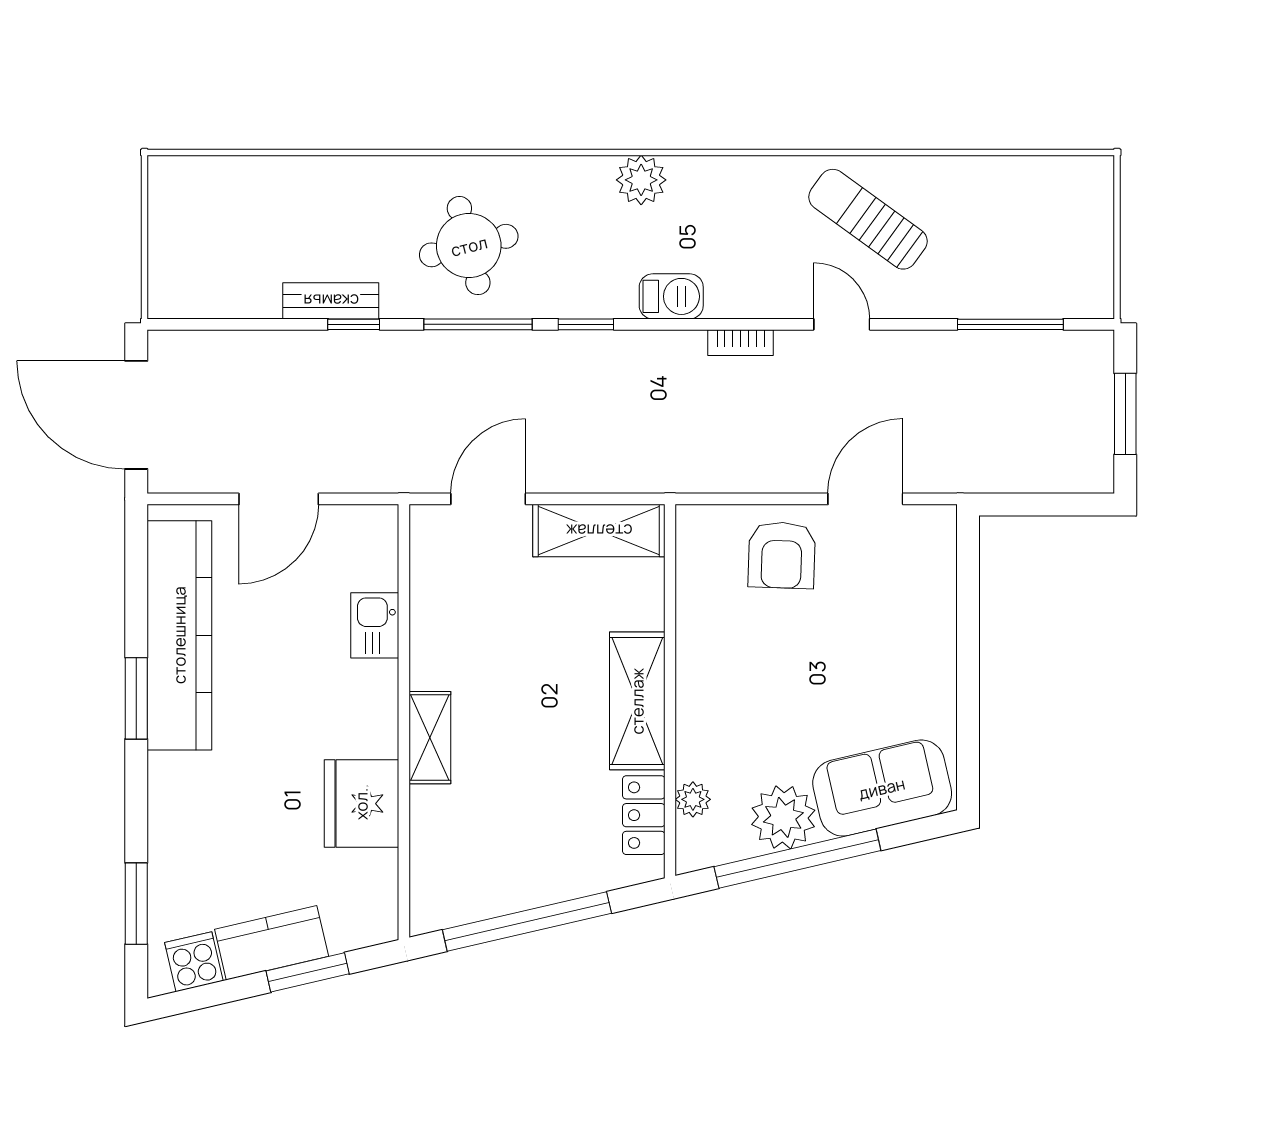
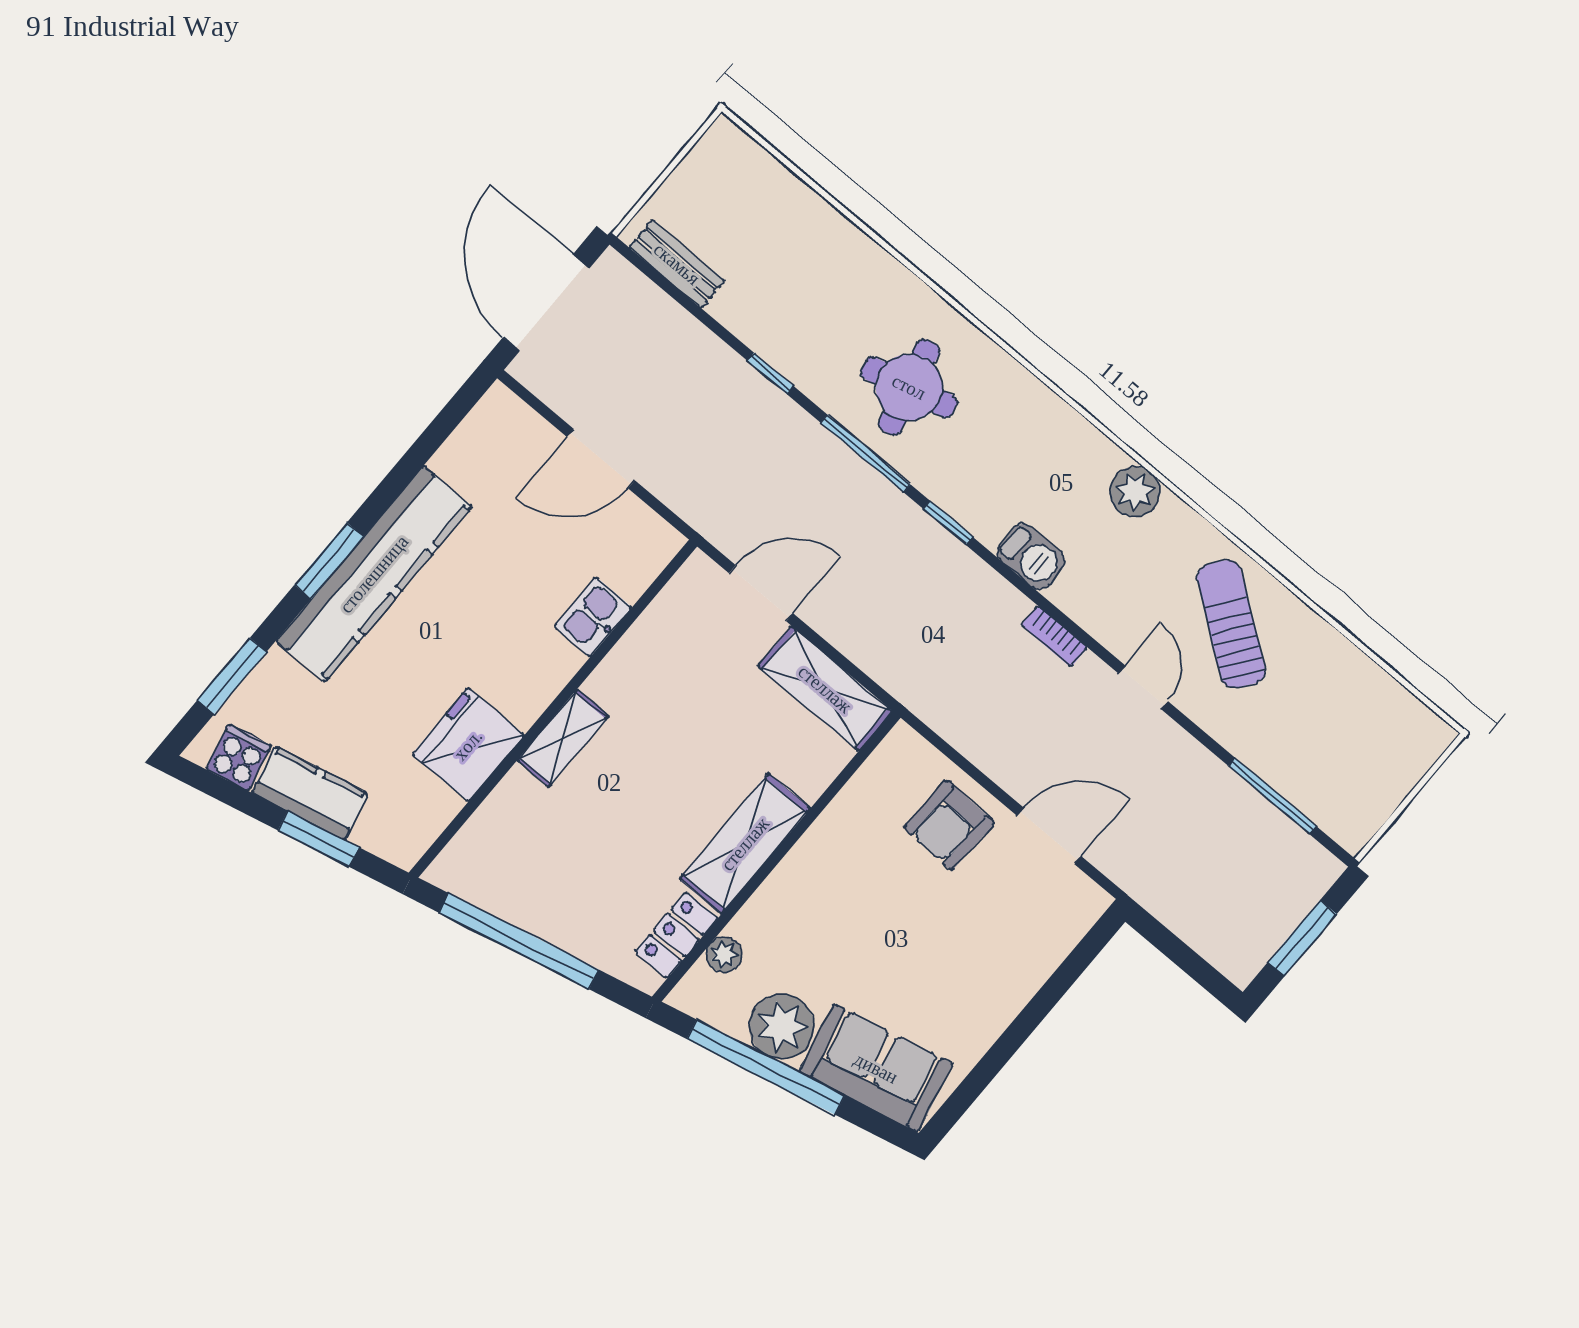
plant: (641, 180) -> (1135, 492), moved
bench: (331, 301) -> (677, 264), moved
kitchen counter: (179, 635) -> (374, 574), moved
window: (136, 698) -> (329, 561), moved

